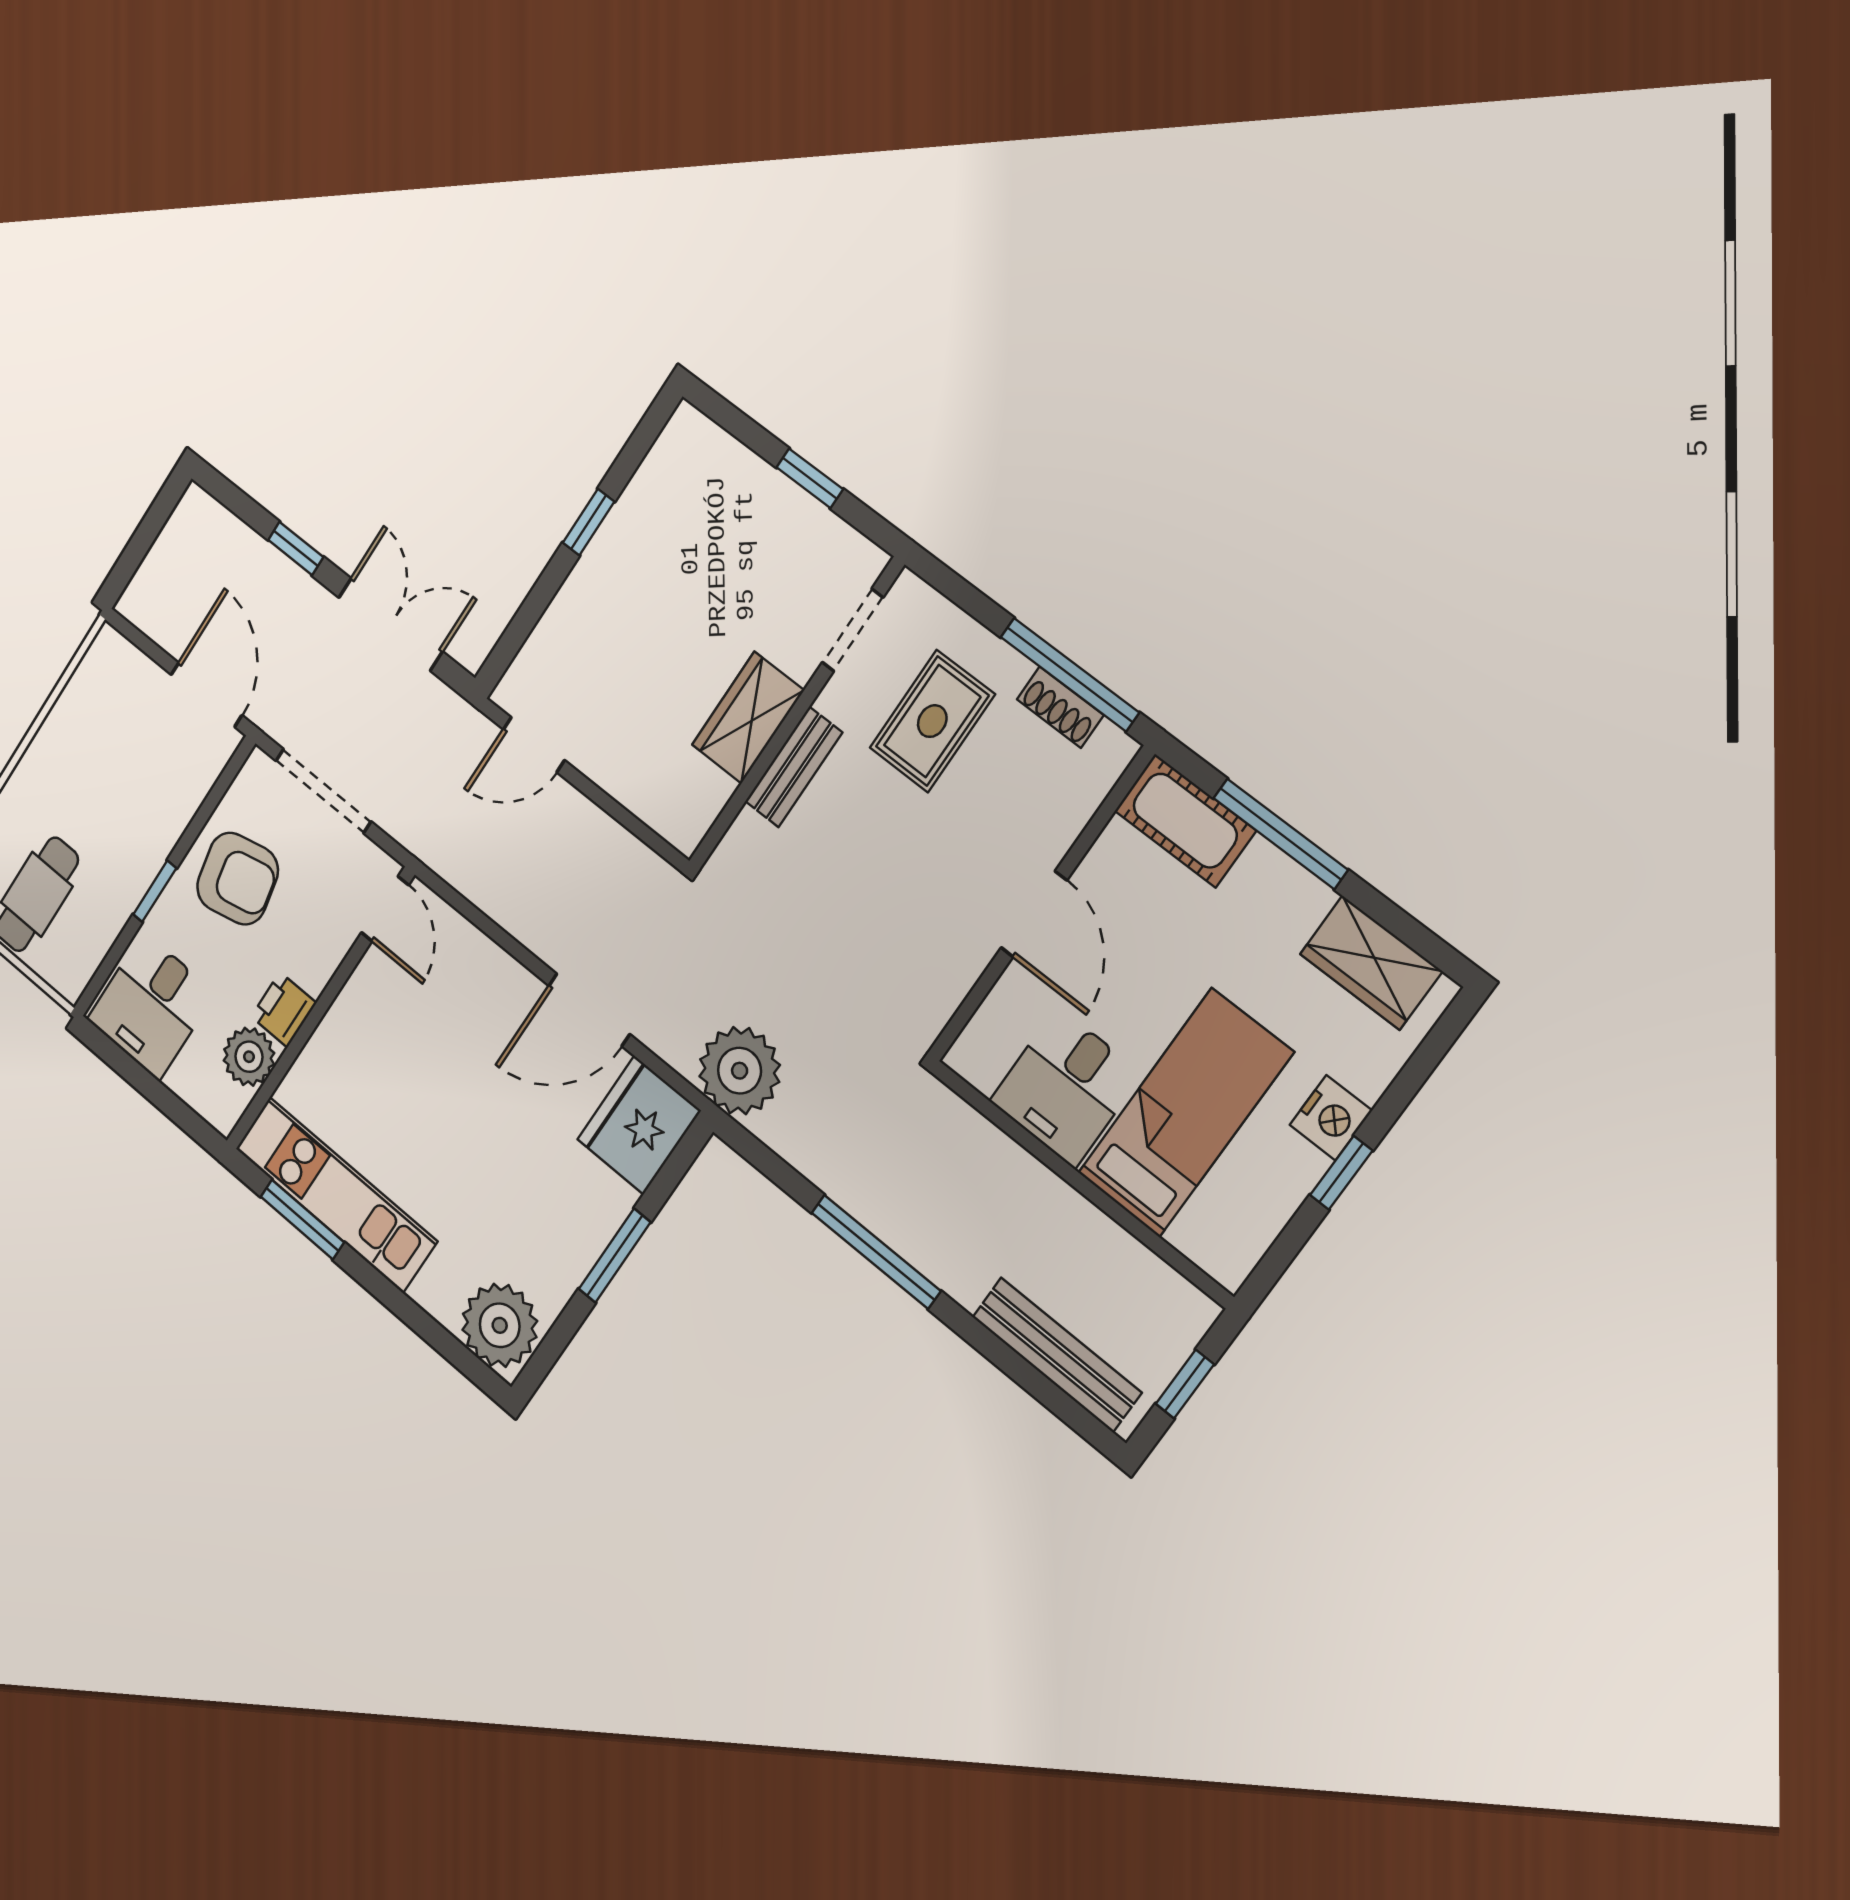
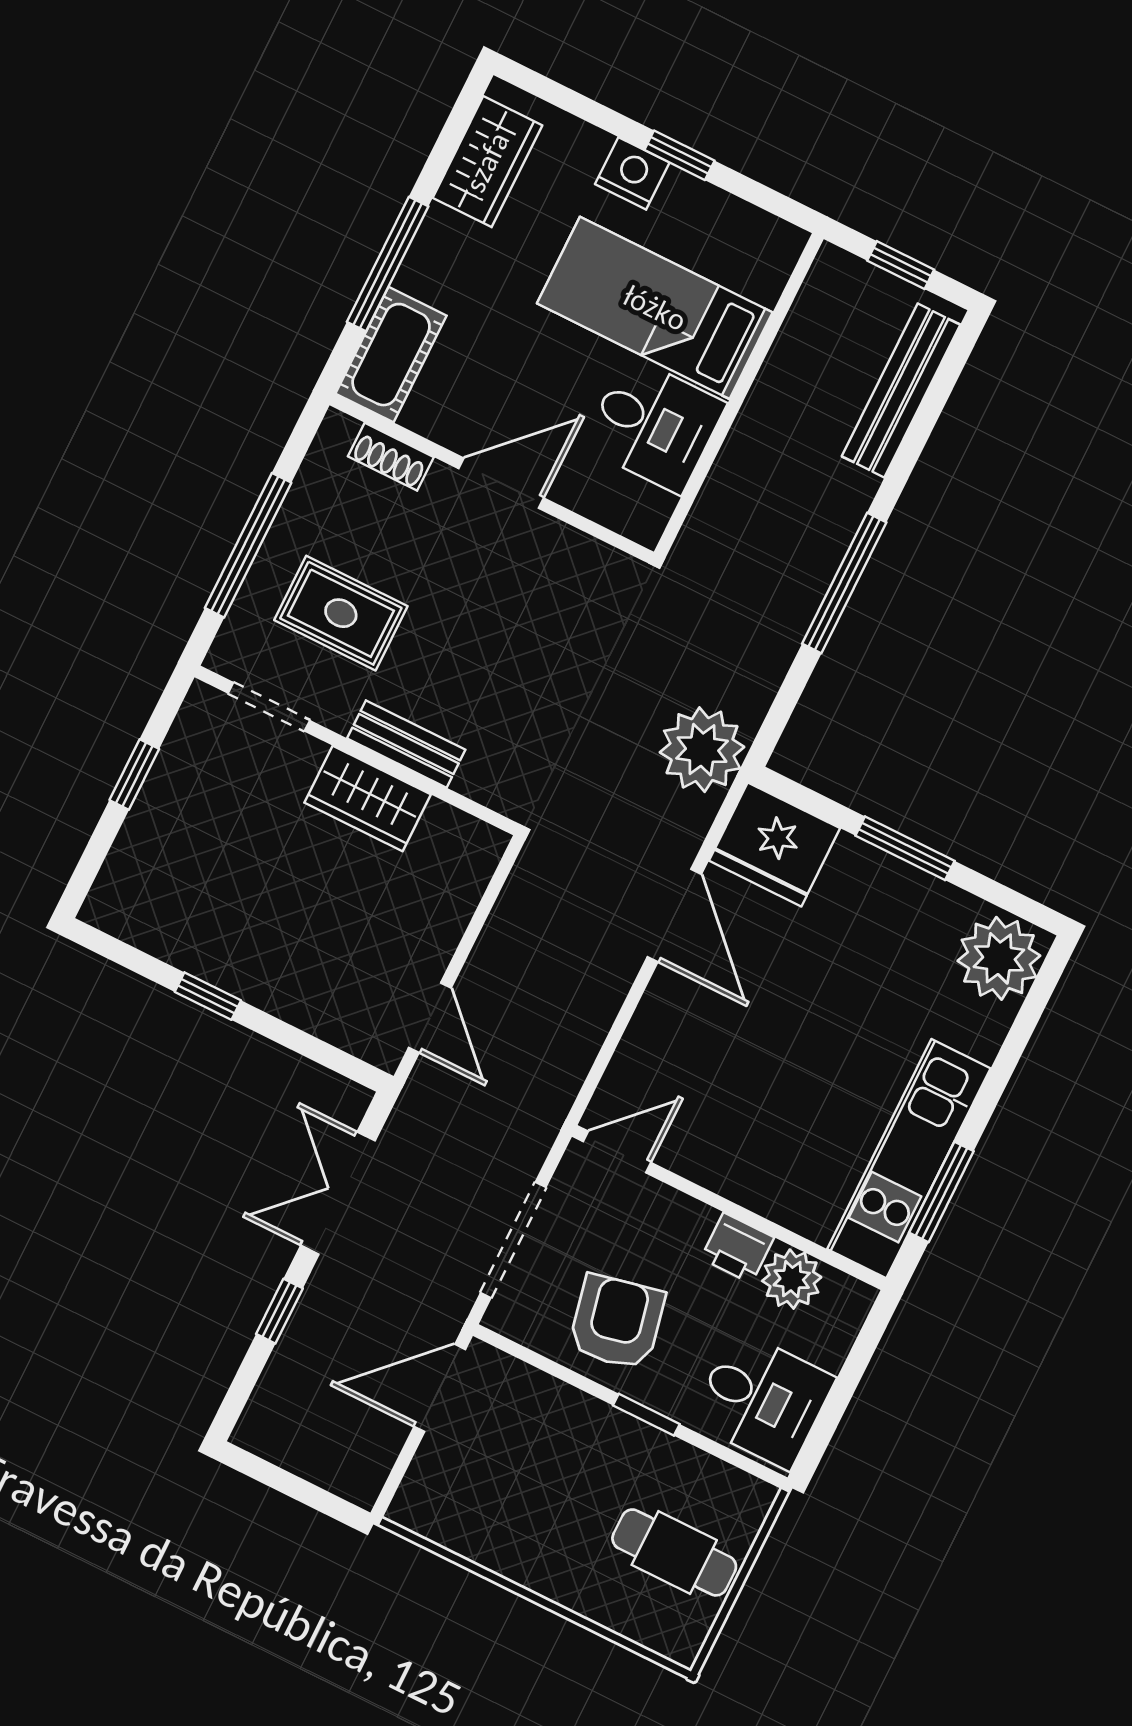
window: (1070, 675) -> (248, 545), moved
shoe rack: (1060, 707) -> (391, 457), moved, turned 90

